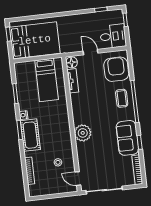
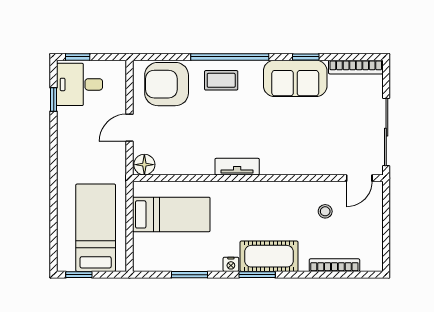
desk: (113, 36) -> (80, 84), moved, turned -90
bed: (35, 40) -> (96, 228), width x0.67
tv unit: (73, 81) -> (237, 167), moved
plant: (83, 133) -> (276, 159), removed

